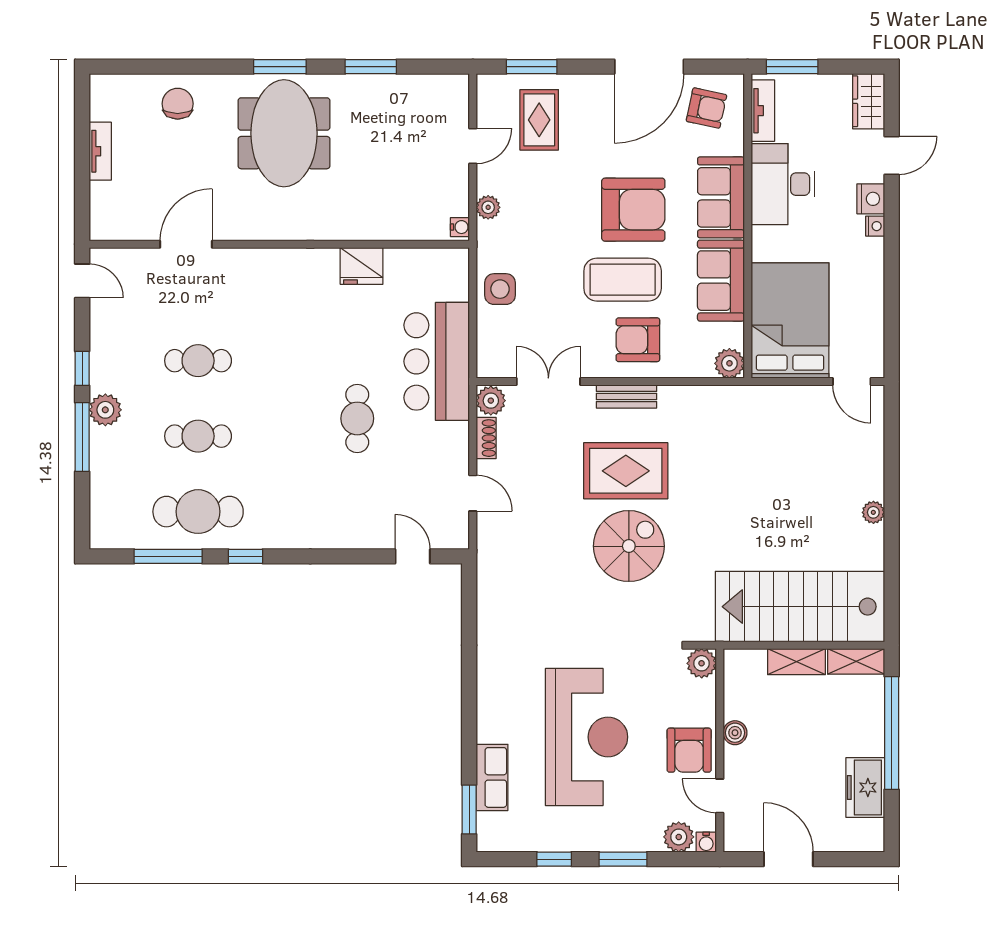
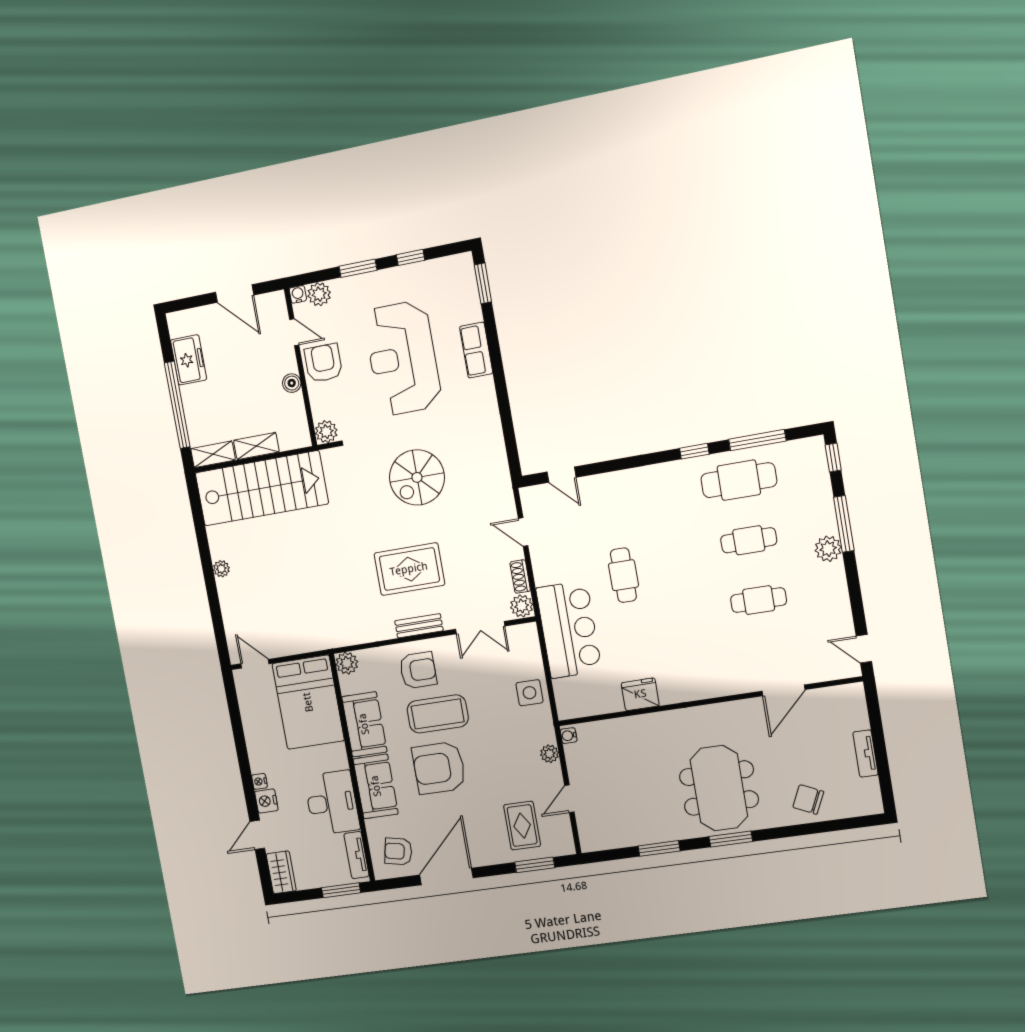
chair: (178, 104) -> (808, 799), turned 115
window: (82, 368) -> (833, 458), moved
spiral stairs: (629, 546) -> (417, 477), moved
row of seats: (492, 777) -> (476, 350), moved

